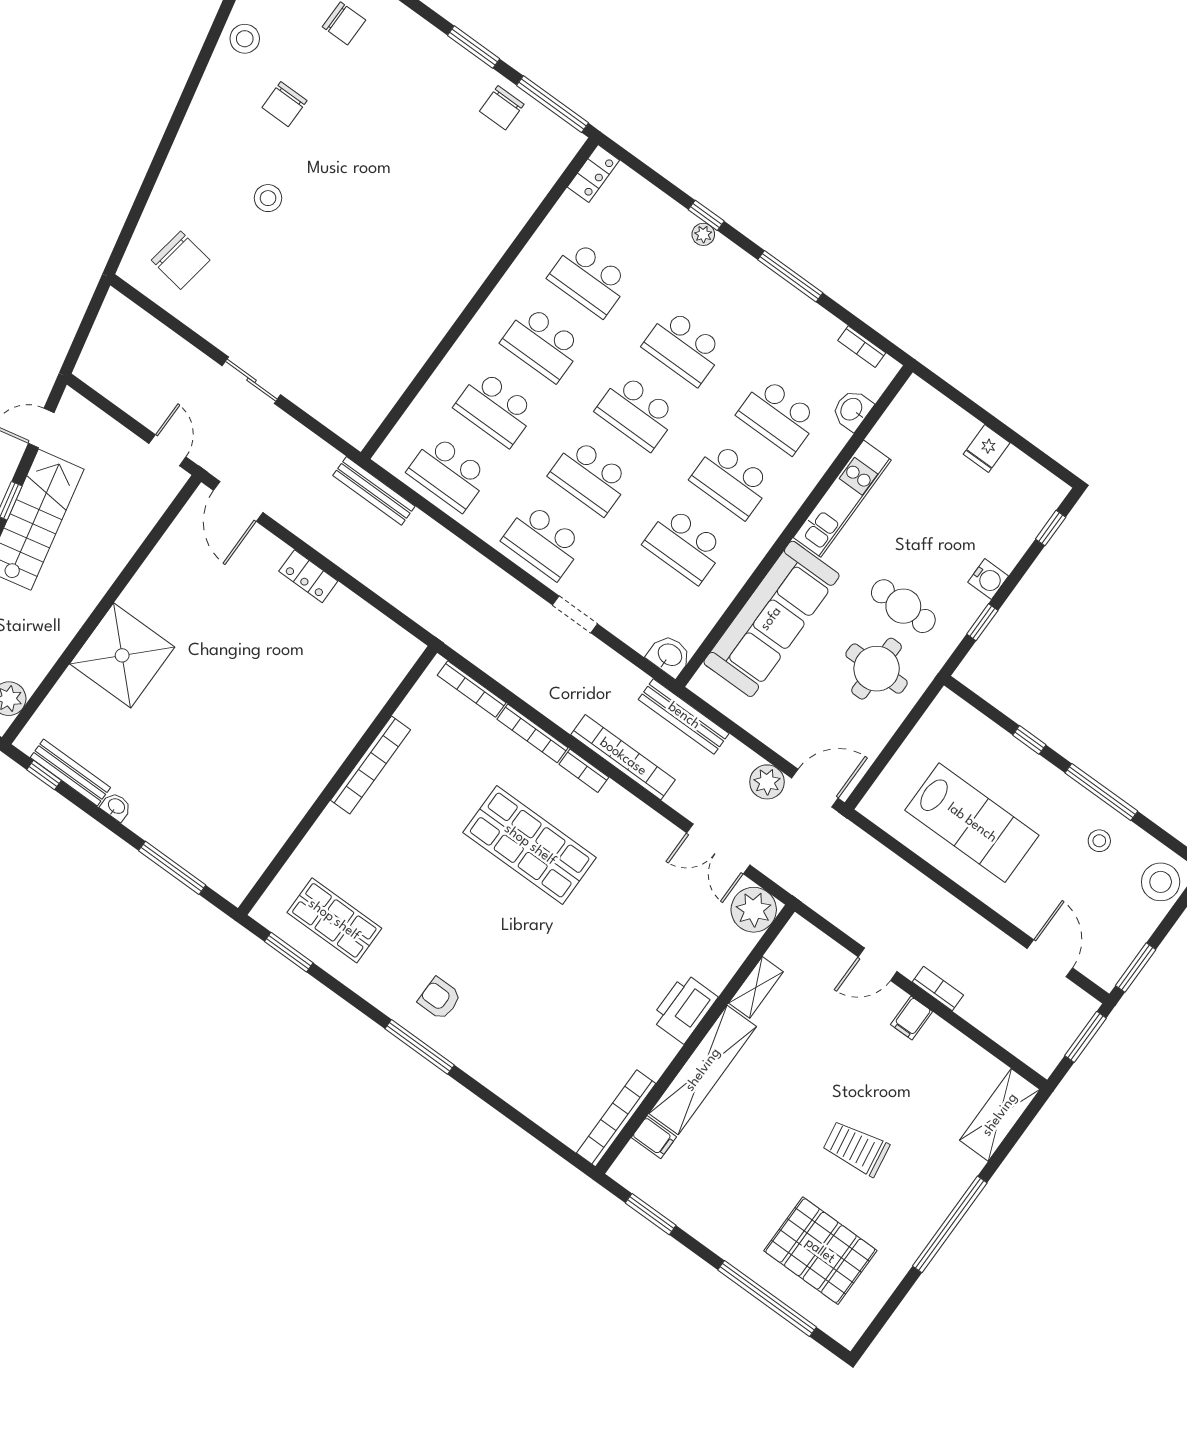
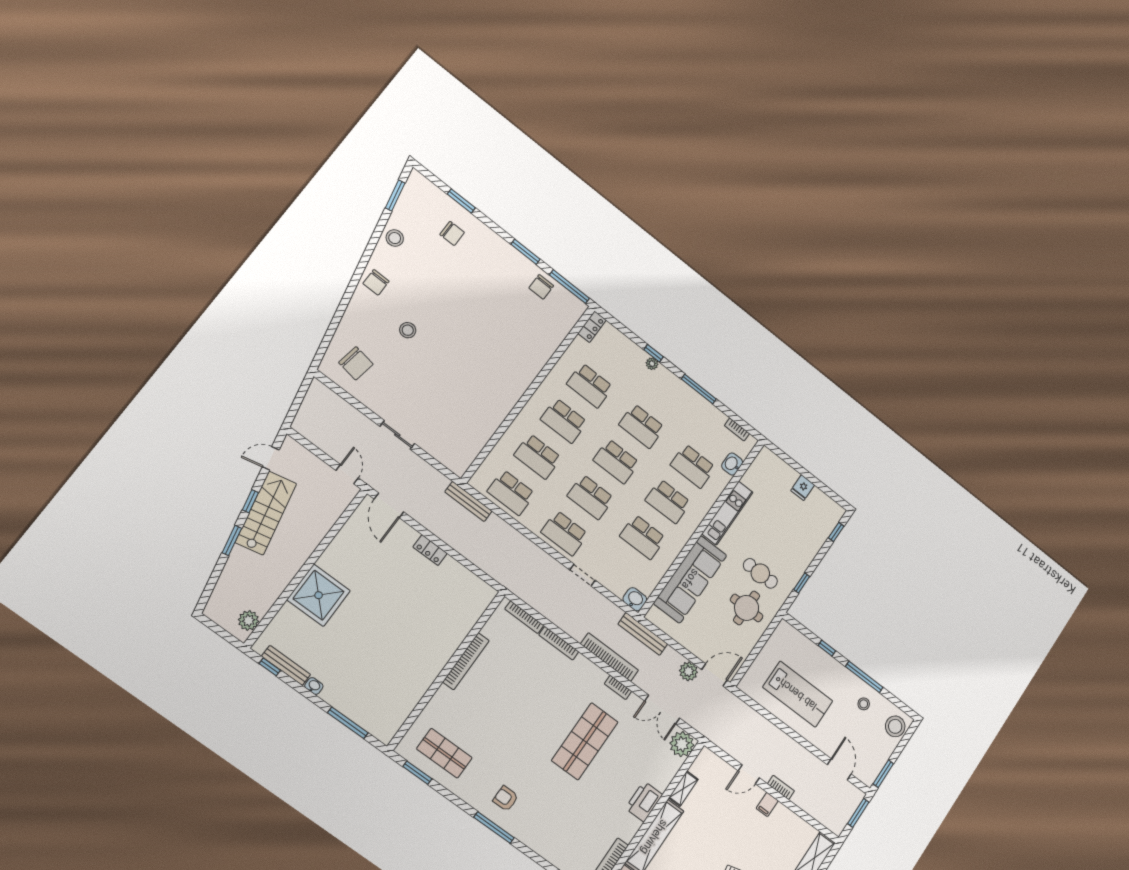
chair: (284, 104) -> (376, 282), moved
water cooler: (988, 579) -> (804, 559), removed
bookcase: (584, 771) -> (618, 687), moved
shop shelf: (530, 845) -> (585, 741), moved, turned 90

